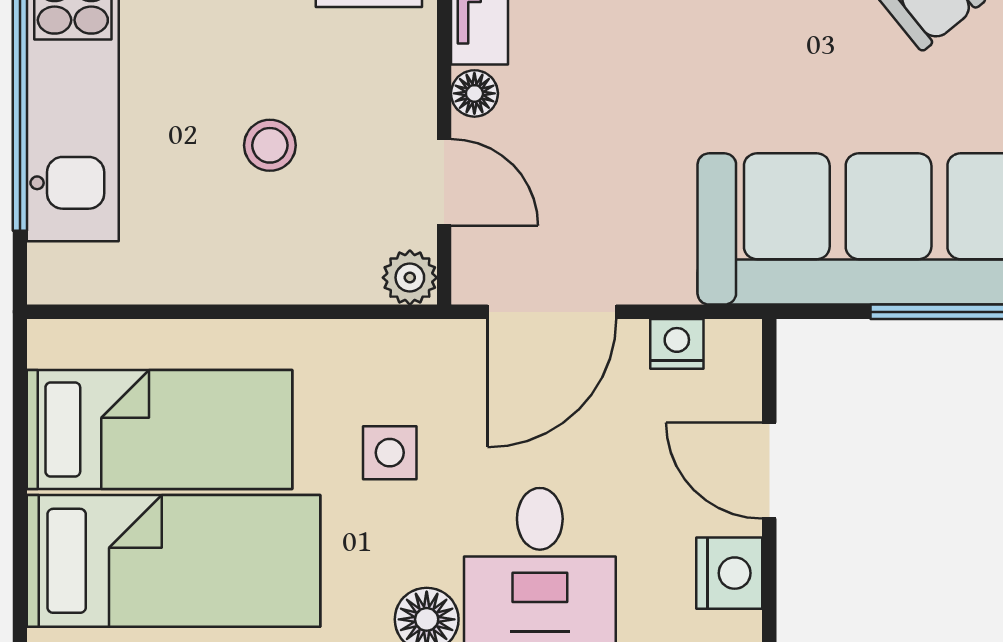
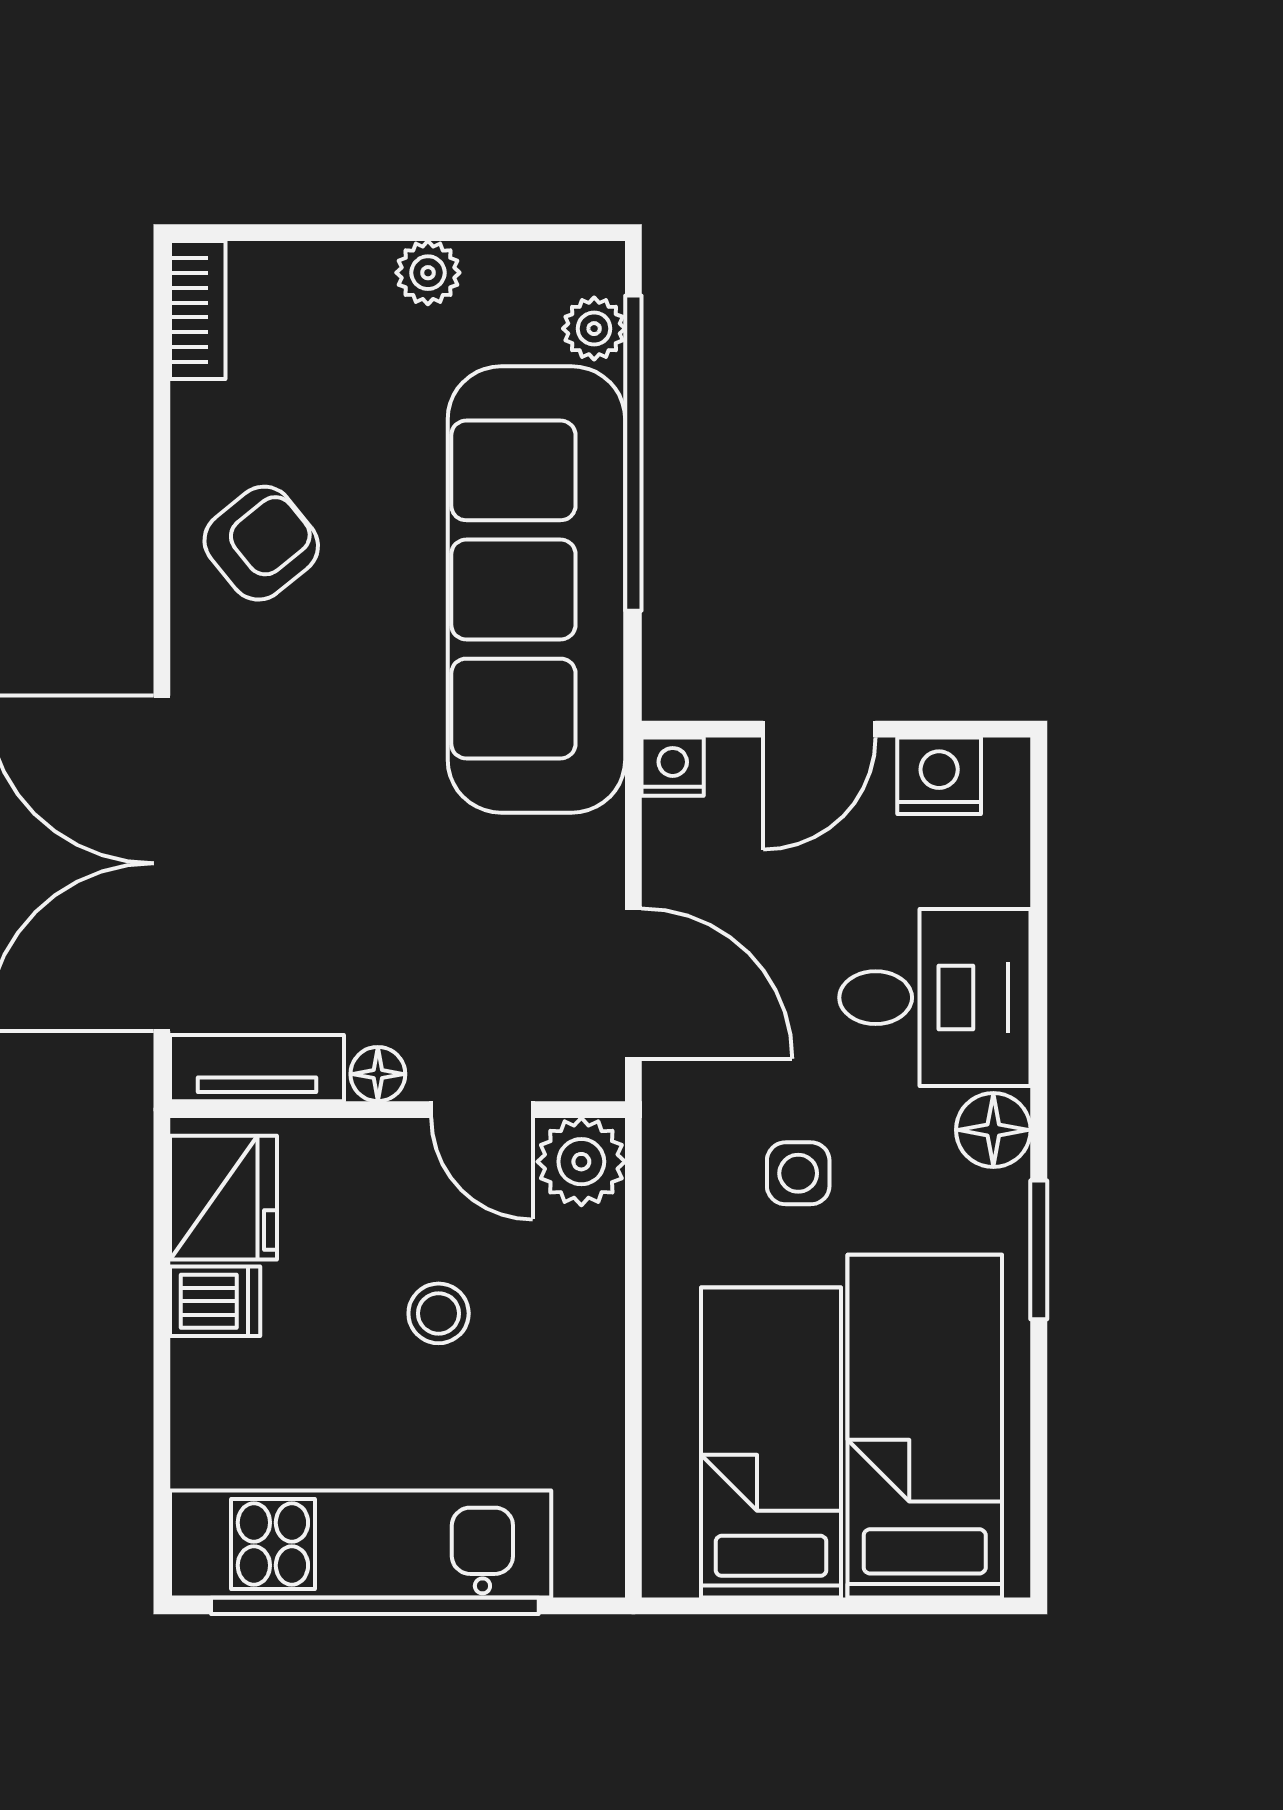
door: (444, 182) -> (482, 1110), swing flipped
plant: (410, 278) -> (581, 1162), width x1.38, depth x1.38
nightstand: (677, 344) -> (673, 767), moved, turned 90

